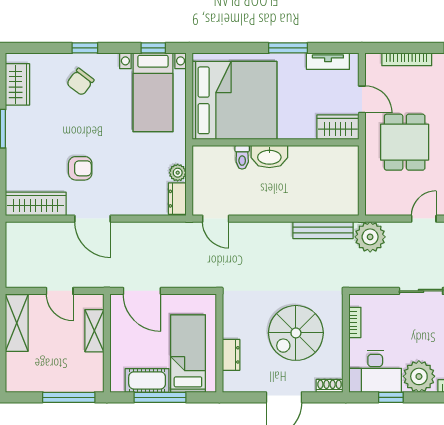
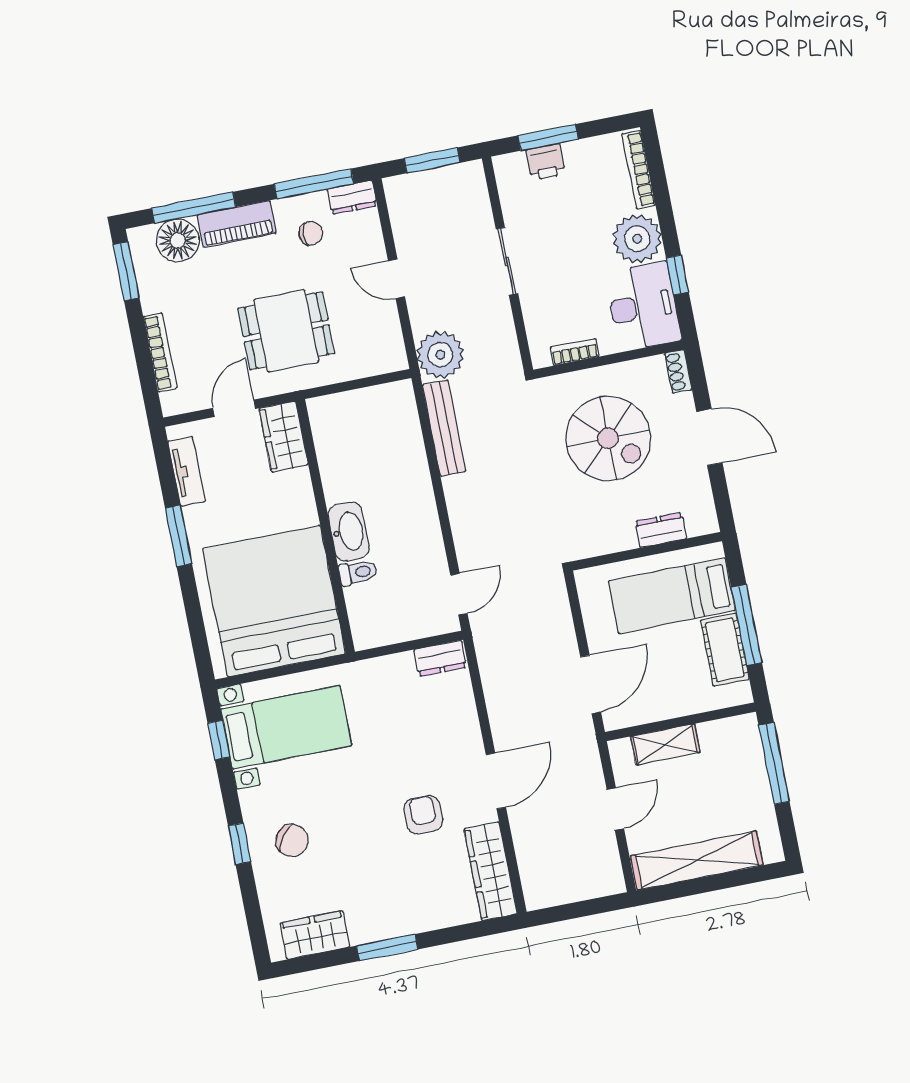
plant: (178, 173) -> (401, 666), removed
shelving: (17, 323) -> (697, 860), width x1.47

